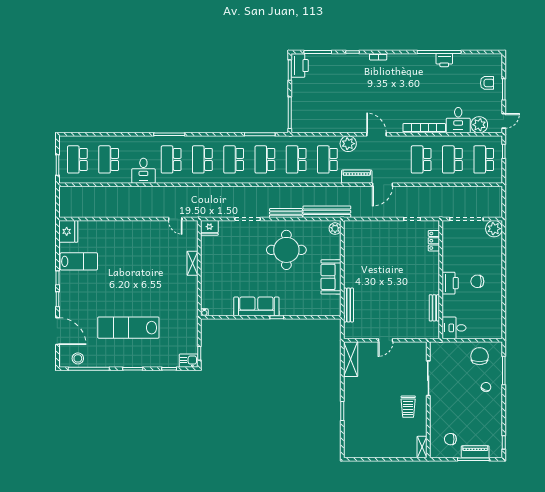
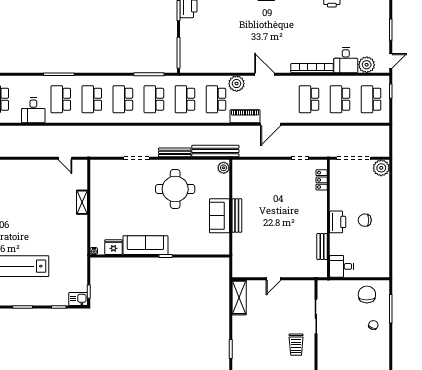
armchair: (487, 83) -> (374, 23), removed
fridge: (209, 228) -> (113, 247), moved, turned 180
bench: (348, 305) -> (237, 215), moved

